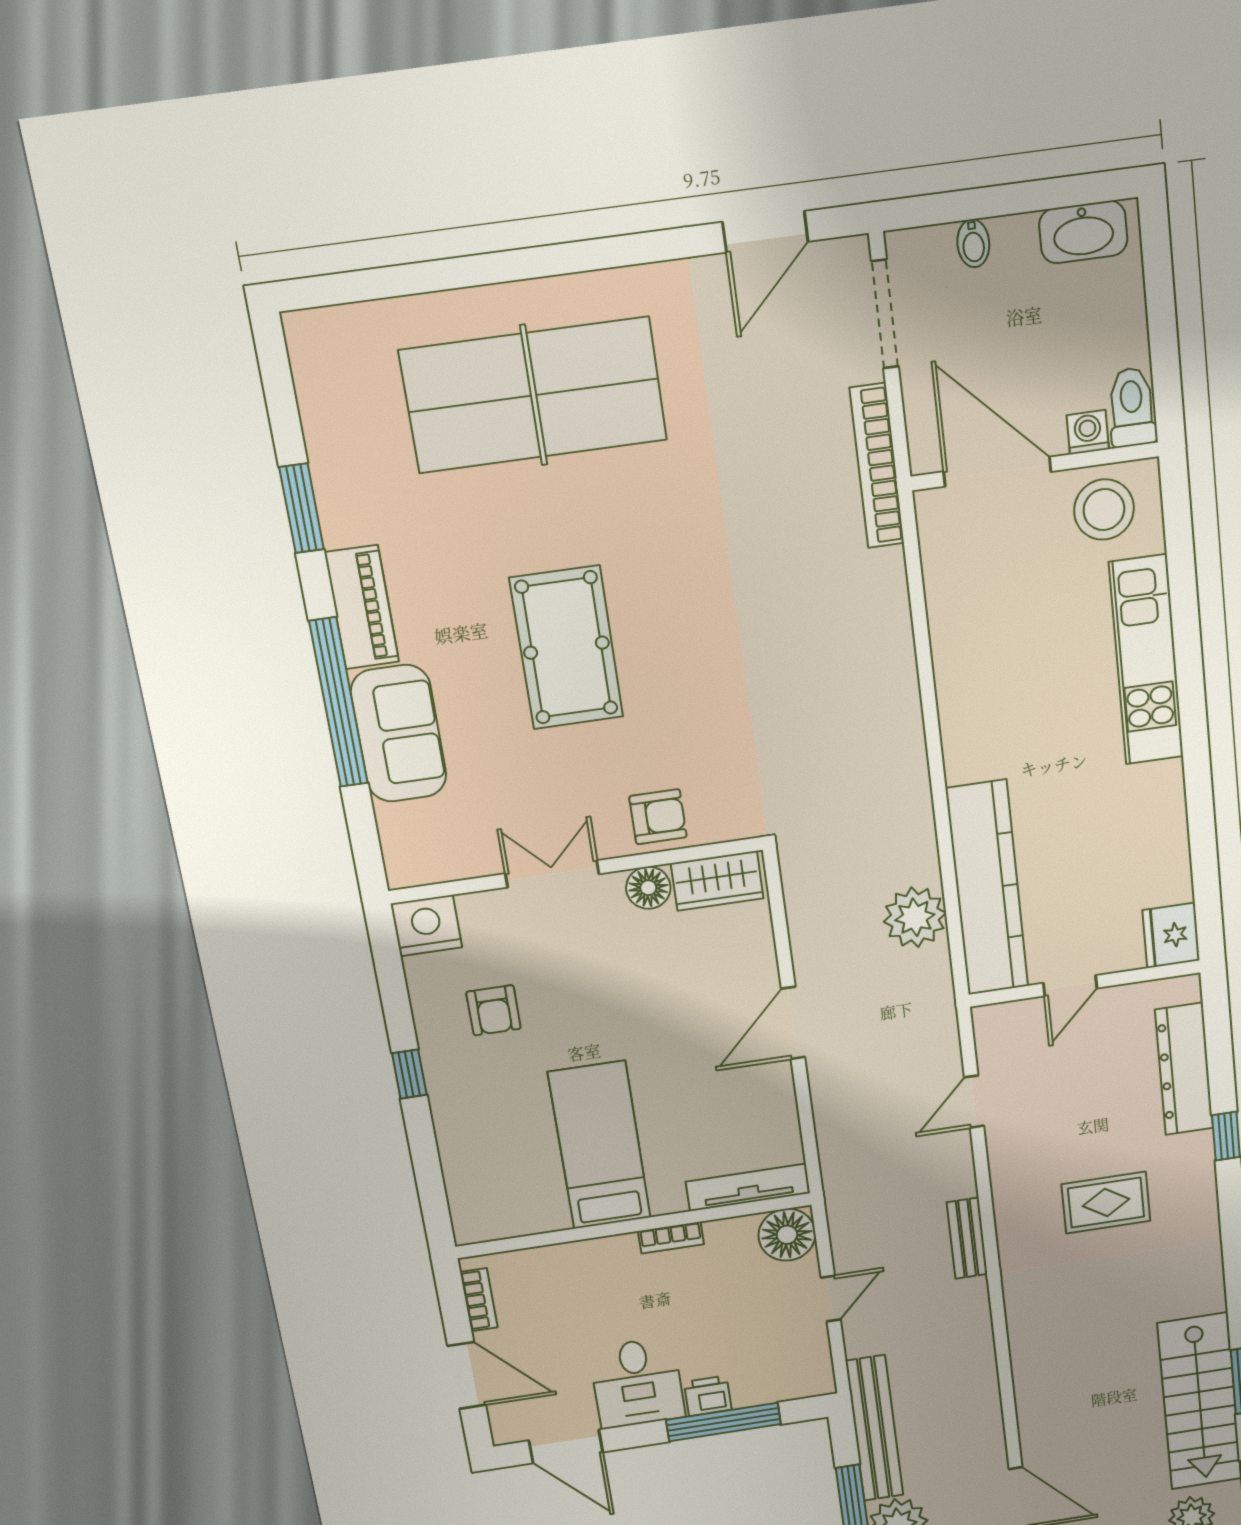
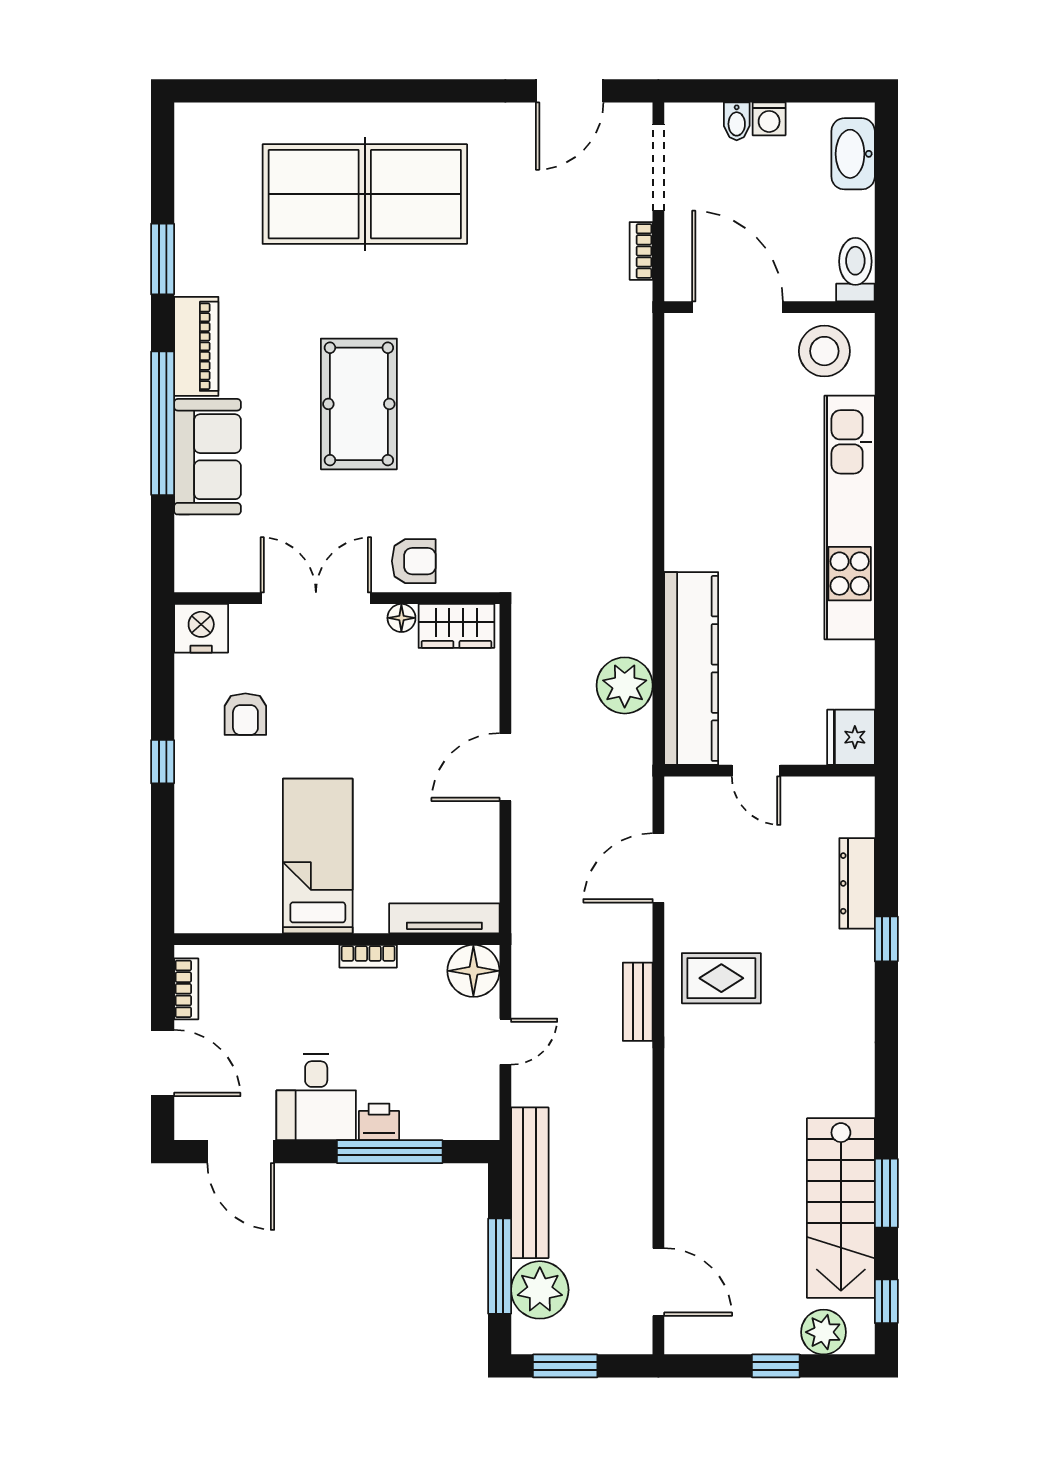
washbasin: (1083, 232) -> (853, 154), moved, turned 90
washing machine: (1088, 432) -> (769, 119), moved, turned 180
bookcase: (877, 466) -> (641, 251), width x0.43, depth x0.76
kitchen unit: (1146, 660) -> (850, 517), width x1.36
double door: (552, 874) -> (316, 598), width x1.37
floor lamp: (648, 888) -> (401, 618), width x0.73, depth x0.73
door: (1070, 986) -> (756, 771), hinge flipped
dresser: (1184, 1069) -> (857, 883), width x0.73, depth x0.80
door: (974, 1102) -> (658, 868), width x1.38
rug: (1106, 1203) -> (721, 978), moved

